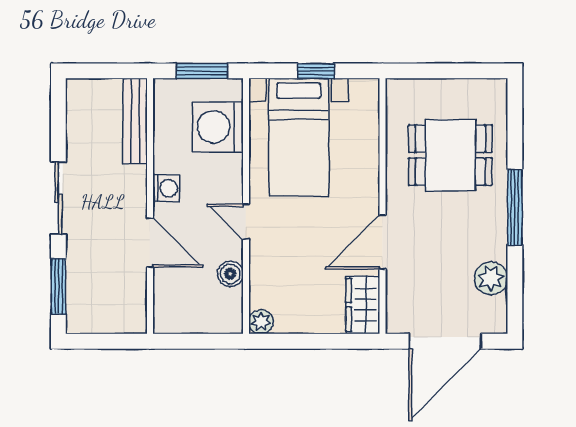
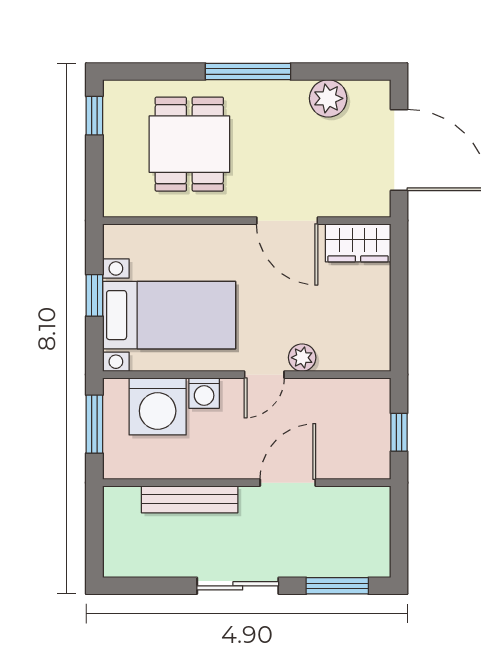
window: (476, 71) -> (94, 116), added
bench: (135, 121) -> (190, 499), moved
washing machine: (166, 188) -> (204, 393), moved, turned 180
boiler: (230, 274) -> (323, 392), removed
plant: (261, 322) -> (302, 358), moved
window: (195, 341) -> (399, 432), added

